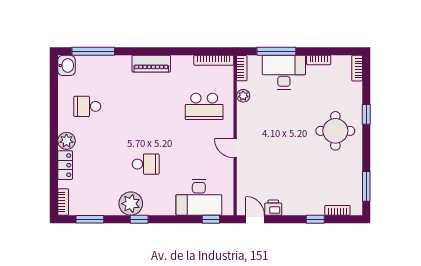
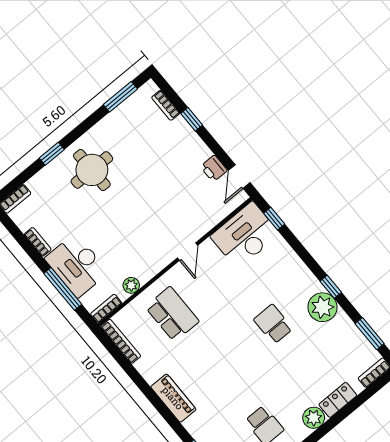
desk: (199, 197) -> (245, 235), moved, turned -90

